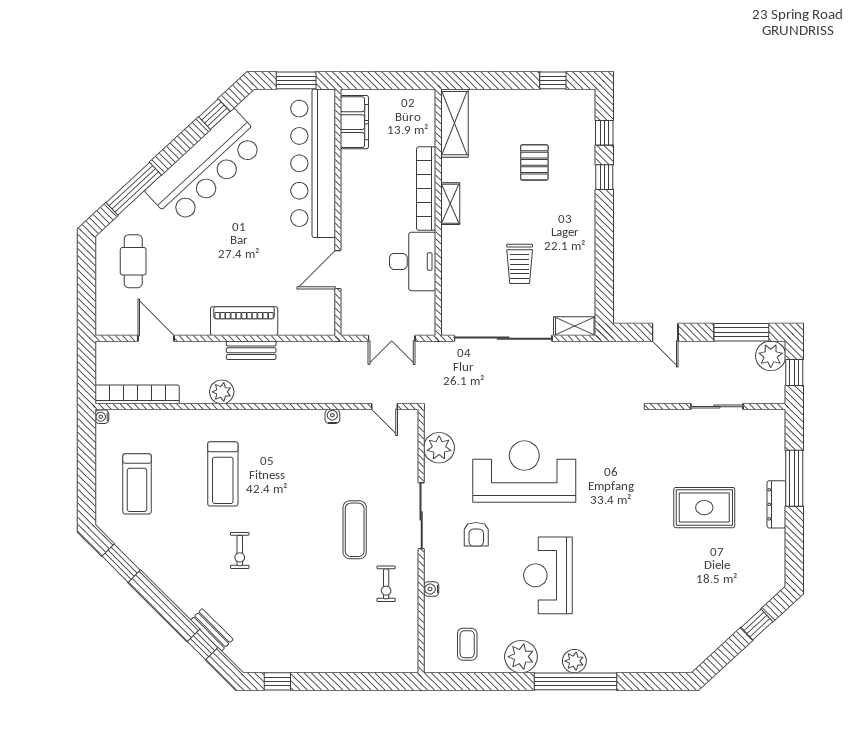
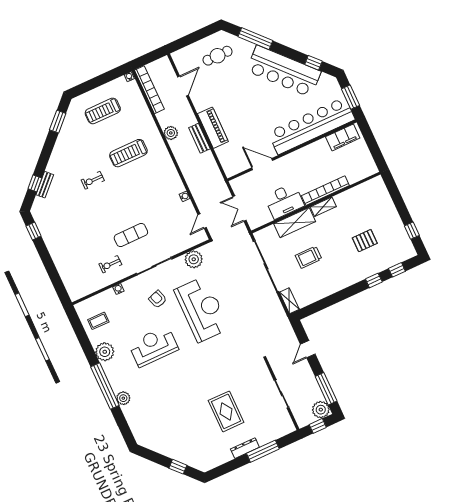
shelving: (454, 123) -> (295, 223), moved
armchair: (476, 534) -> (158, 299), turned 72
plant: (574, 661) -> (123, 398), moved

